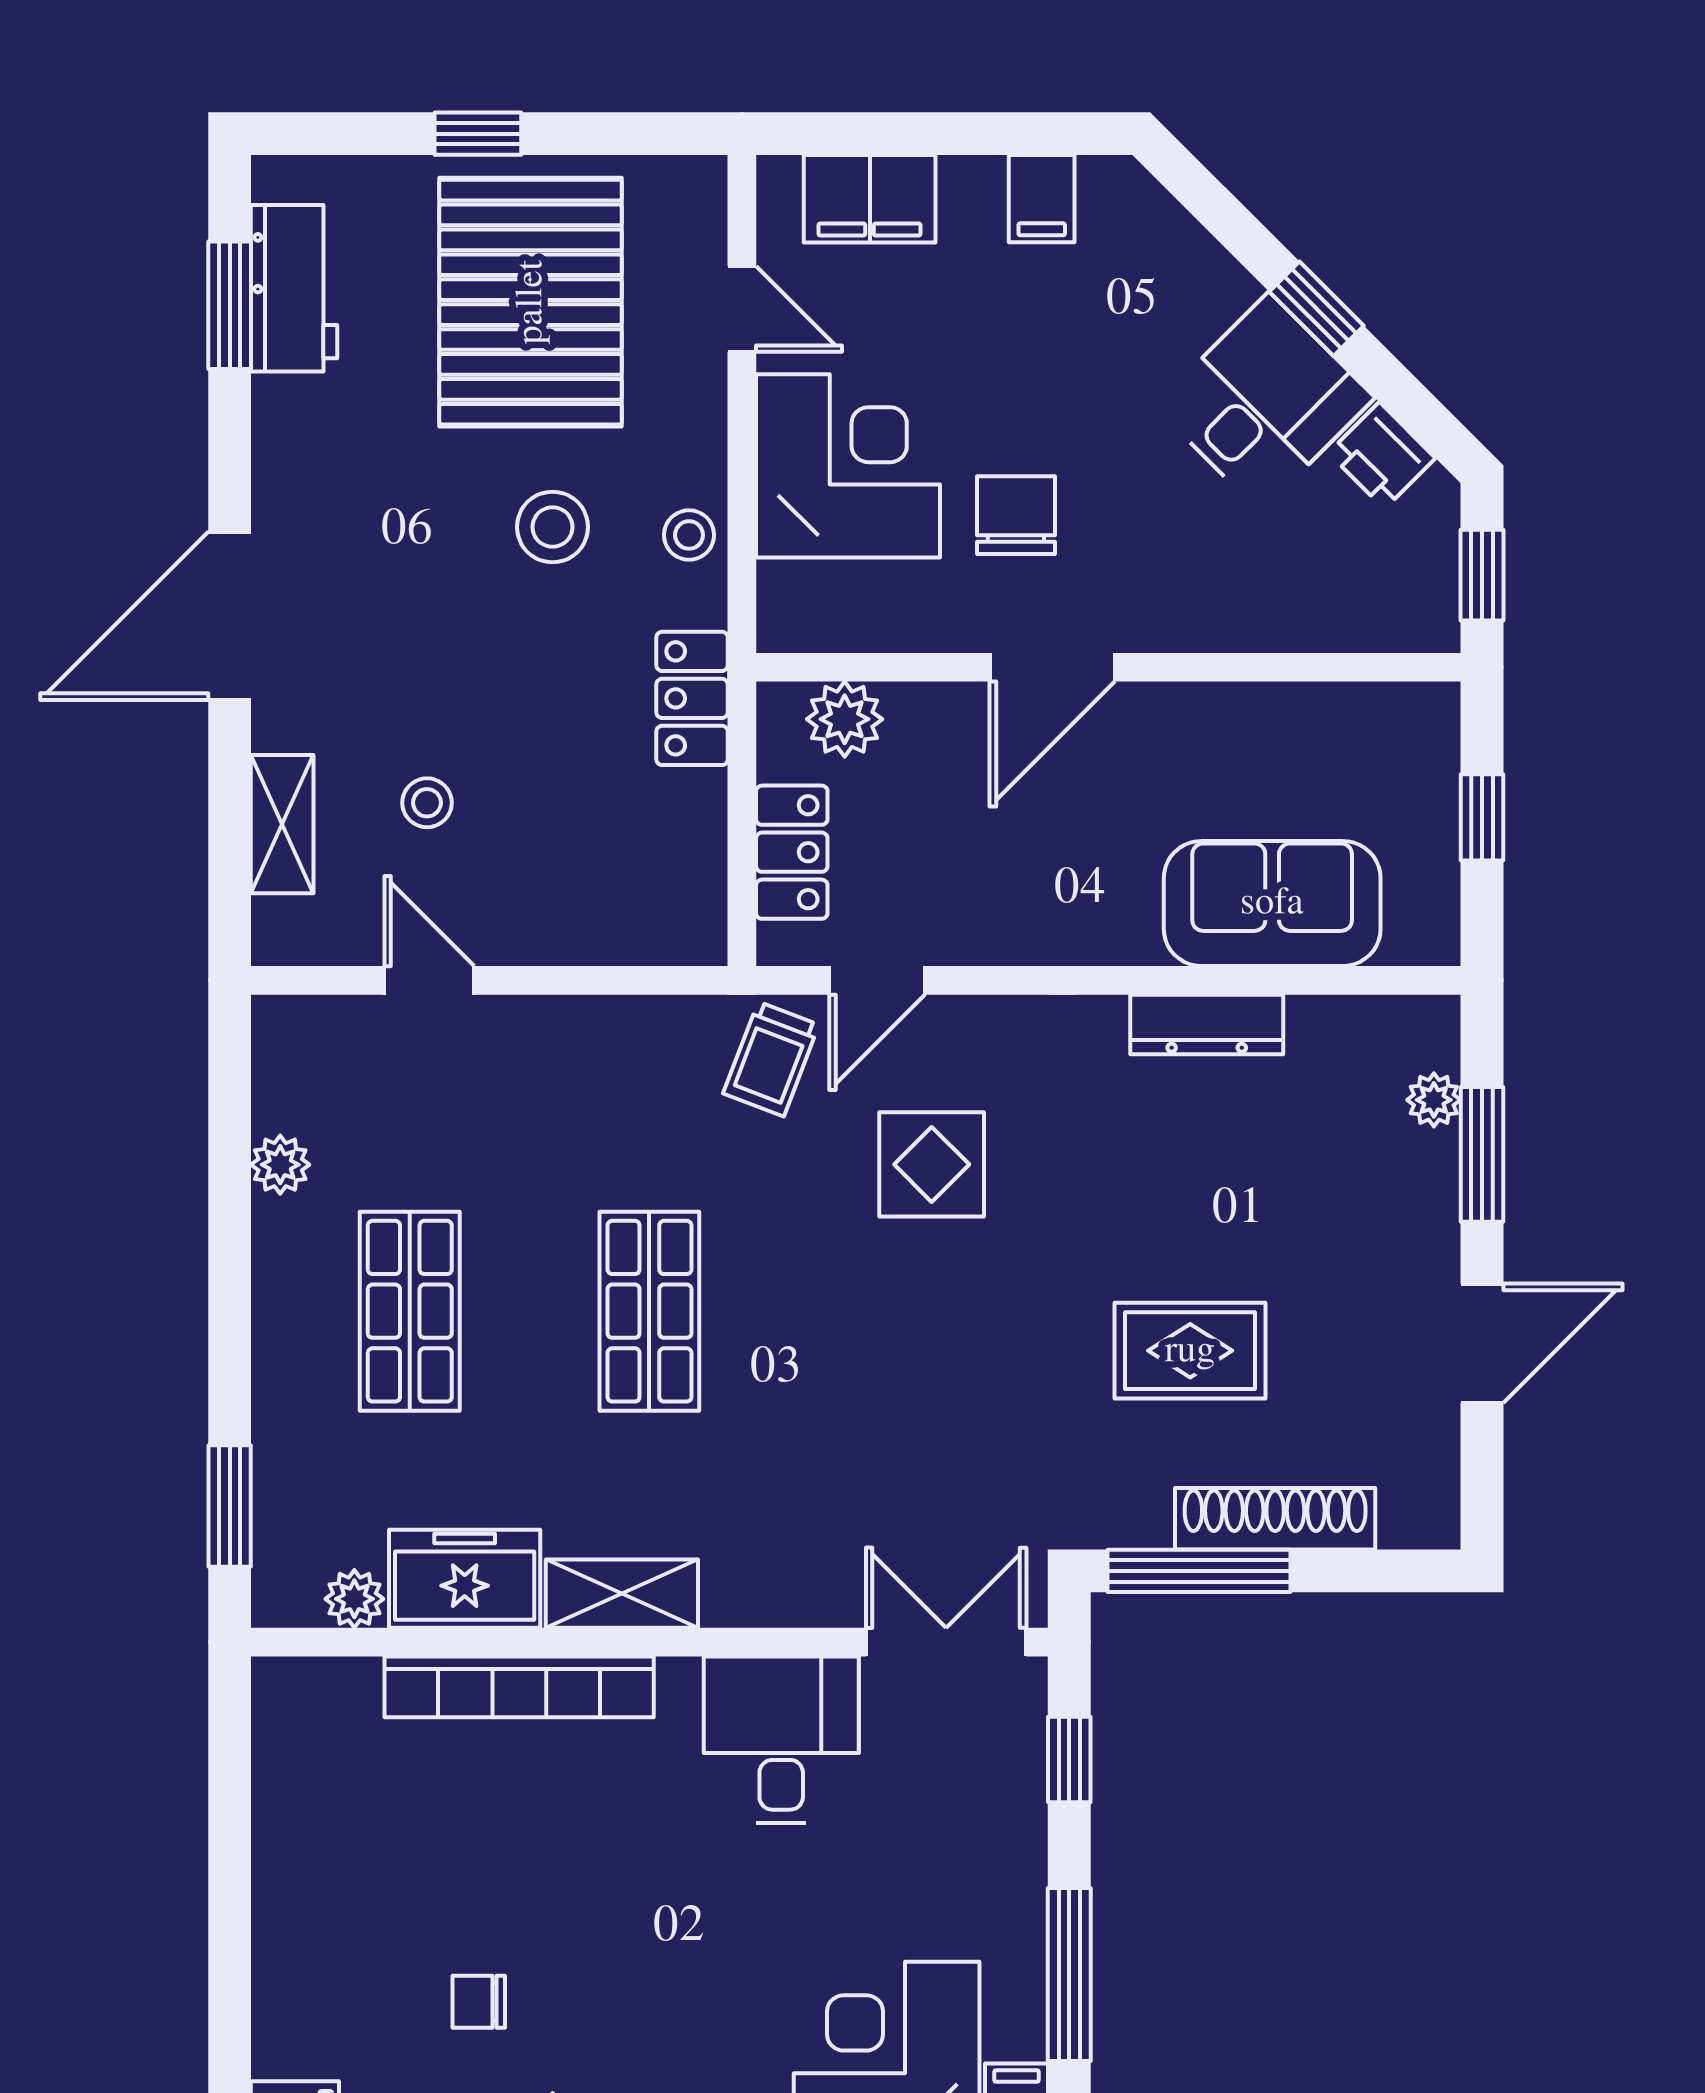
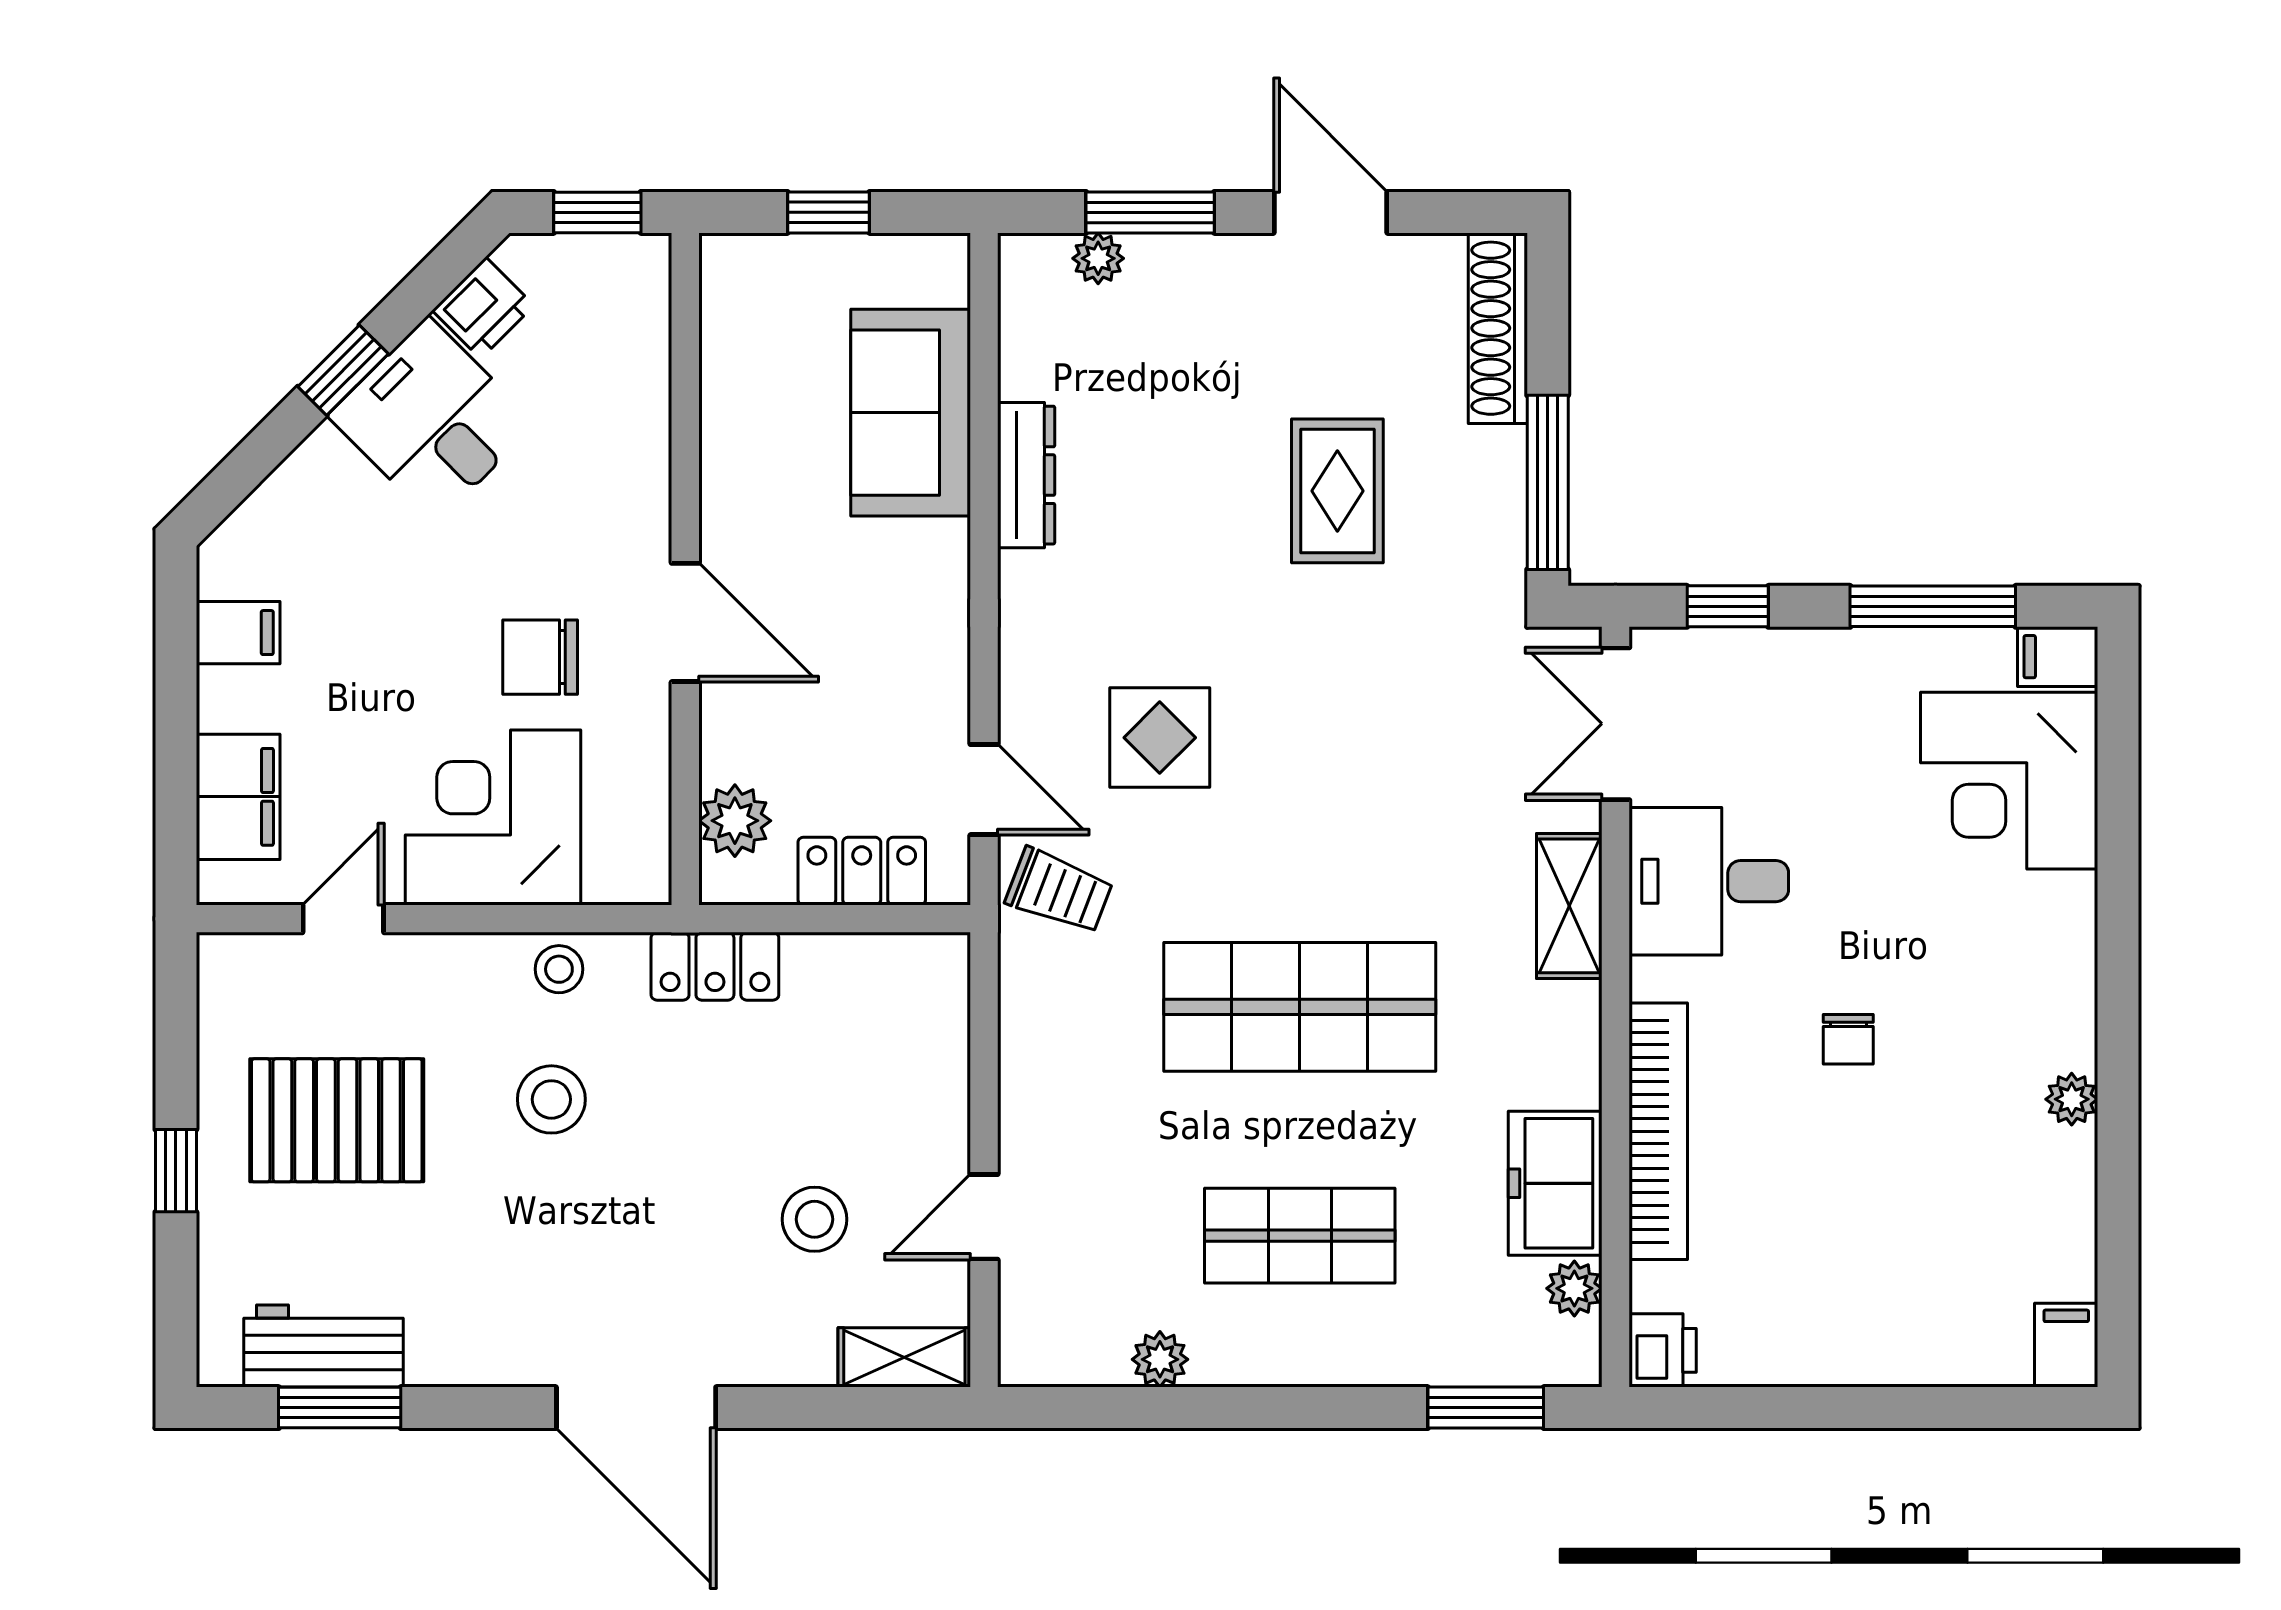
pallet: (531, 302) -> (337, 1120), width x0.73, depth x0.71
stool: (427, 803) -> (815, 1219), width x1.37, depth x1.37
shelving: (282, 824) -> (904, 1357), moved
shop shelf: (649, 1311) -> (1300, 1007), width x1.43, depth x1.36
shoe rack: (1275, 1519) -> (1498, 328), moved
shelving: (622, 1594) -> (1569, 906), moved
printer: (290, 1691) -> (1663, 1350), added
chair: (479, 2002) -> (1848, 1039), moved

